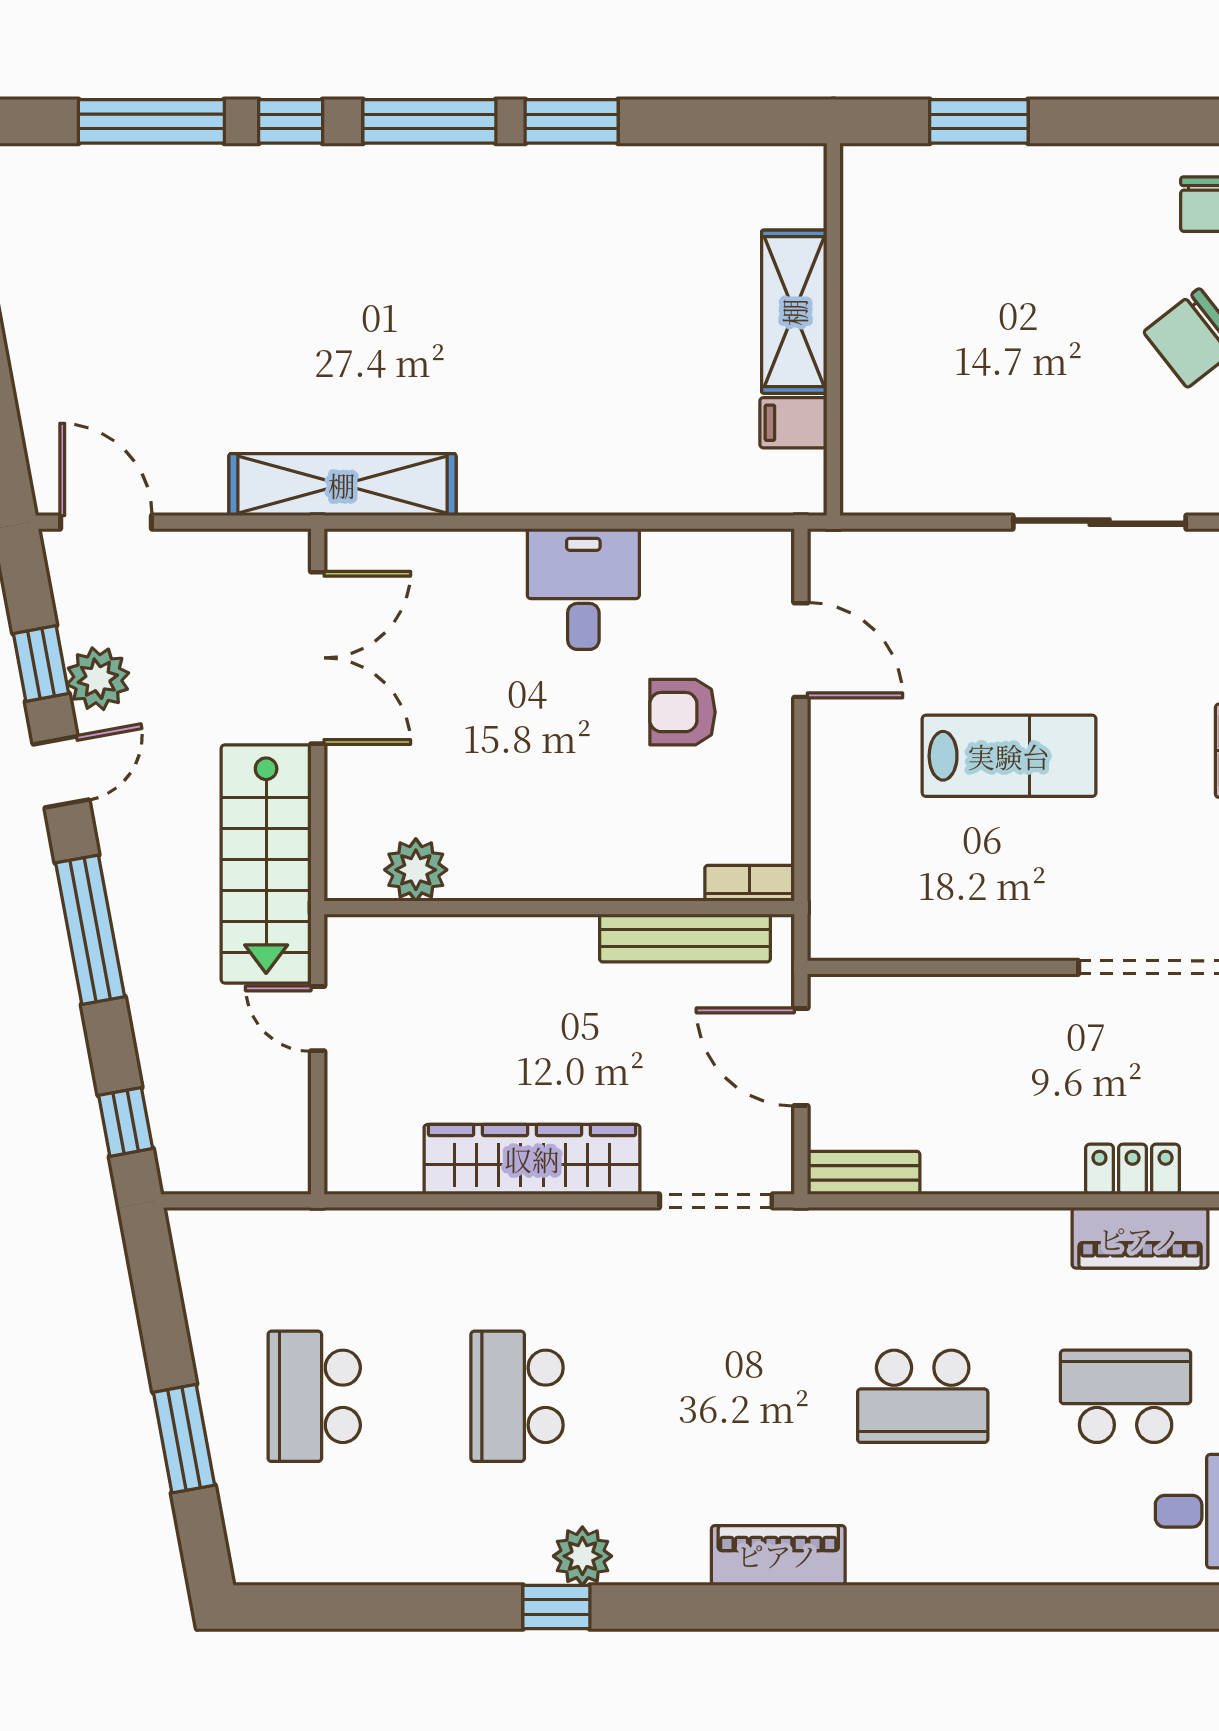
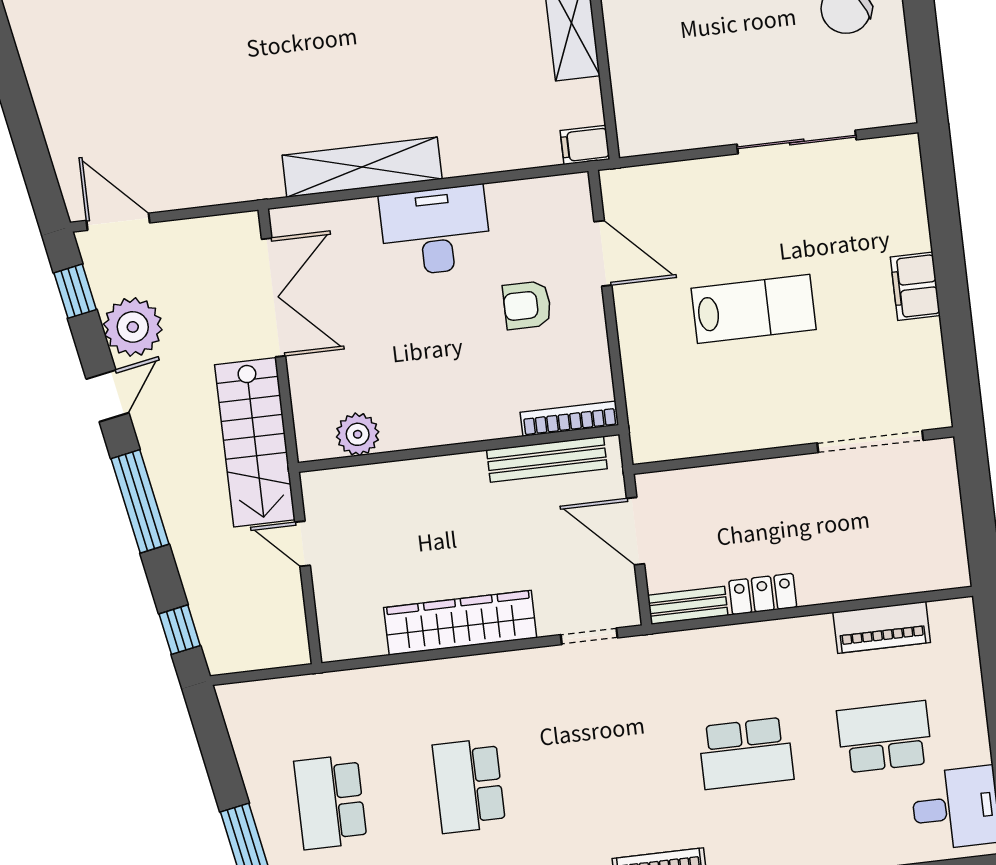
filing cabinet: (793, 423) -> (585, 145), moved
shelving: (342, 485) -> (362, 167), moved
desk: (583, 589) -> (435, 231), width x1.37
window: (41, 663) -> (75, 291), moved
plant: (98, 679) -> (133, 327), width x1.36, depth x1.36
bookcase: (750, 883) -> (569, 419), width x1.56
locker: (1133, 1169) -> (763, 594), moved
doorway: (716, 1201) -> (589, 636), width x0.73

